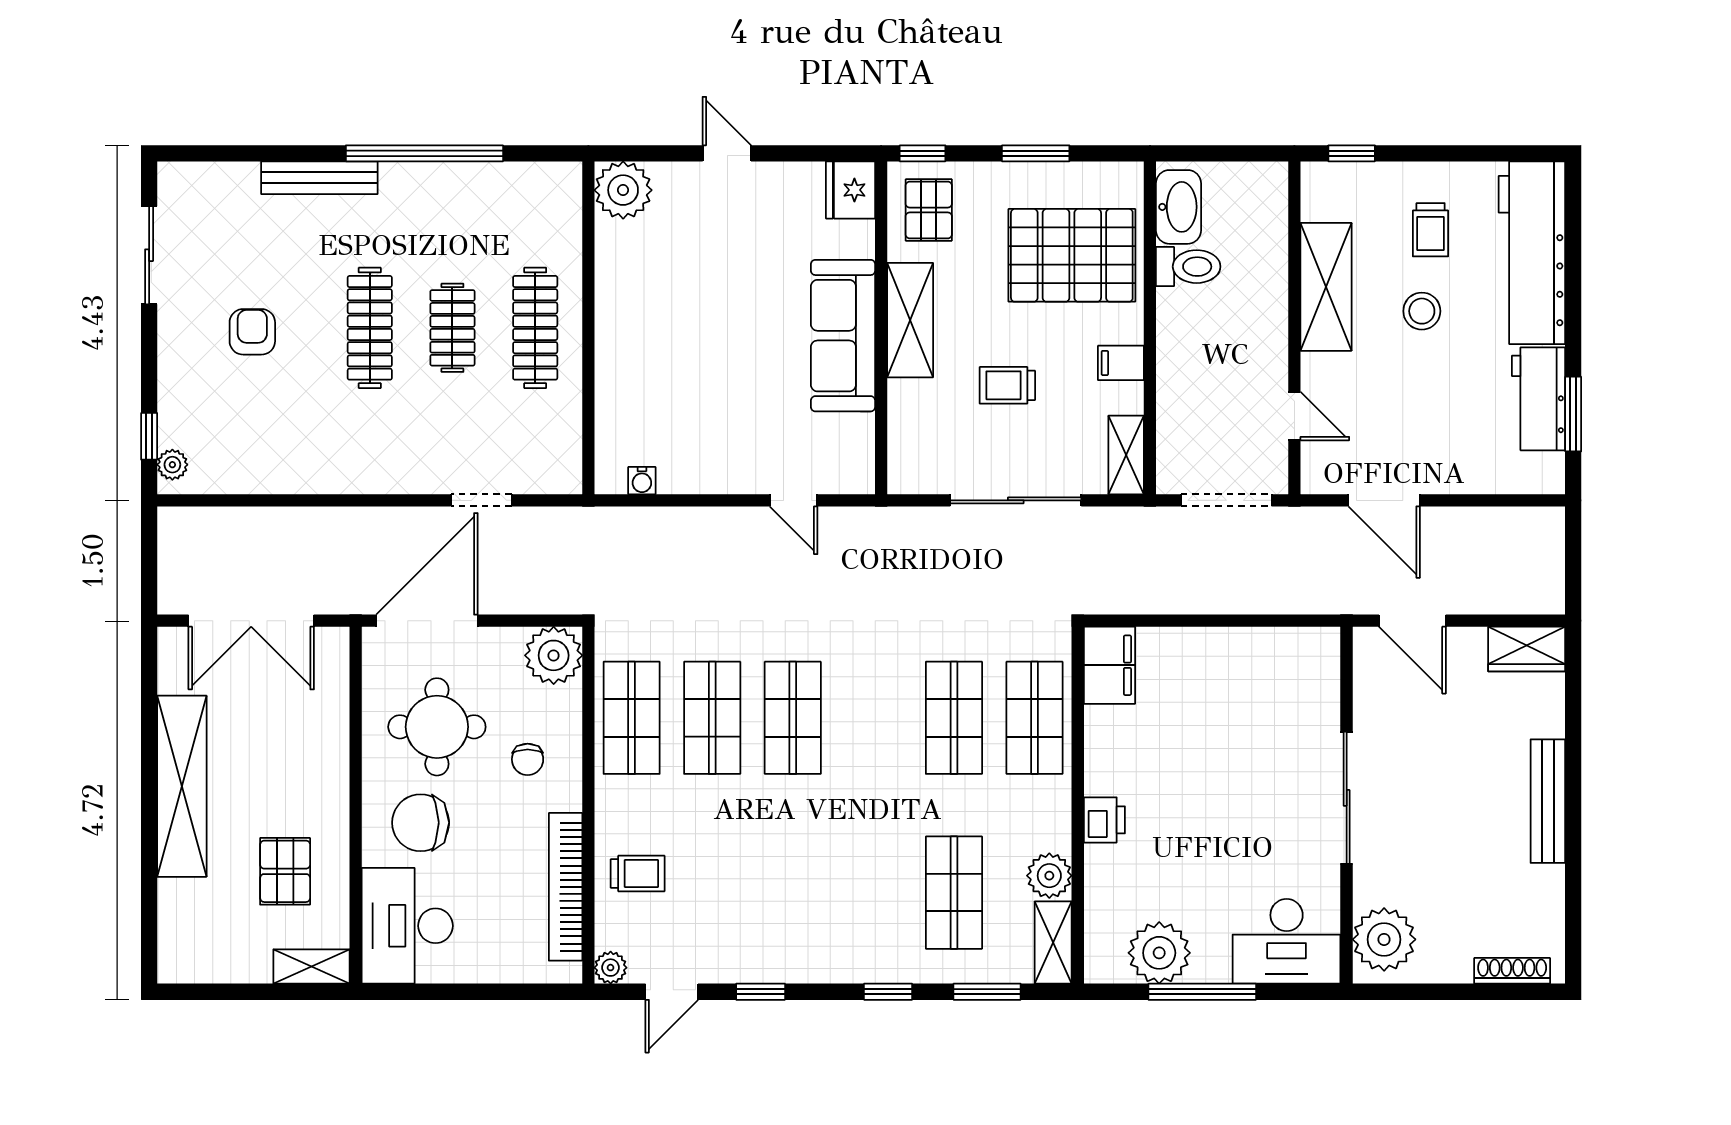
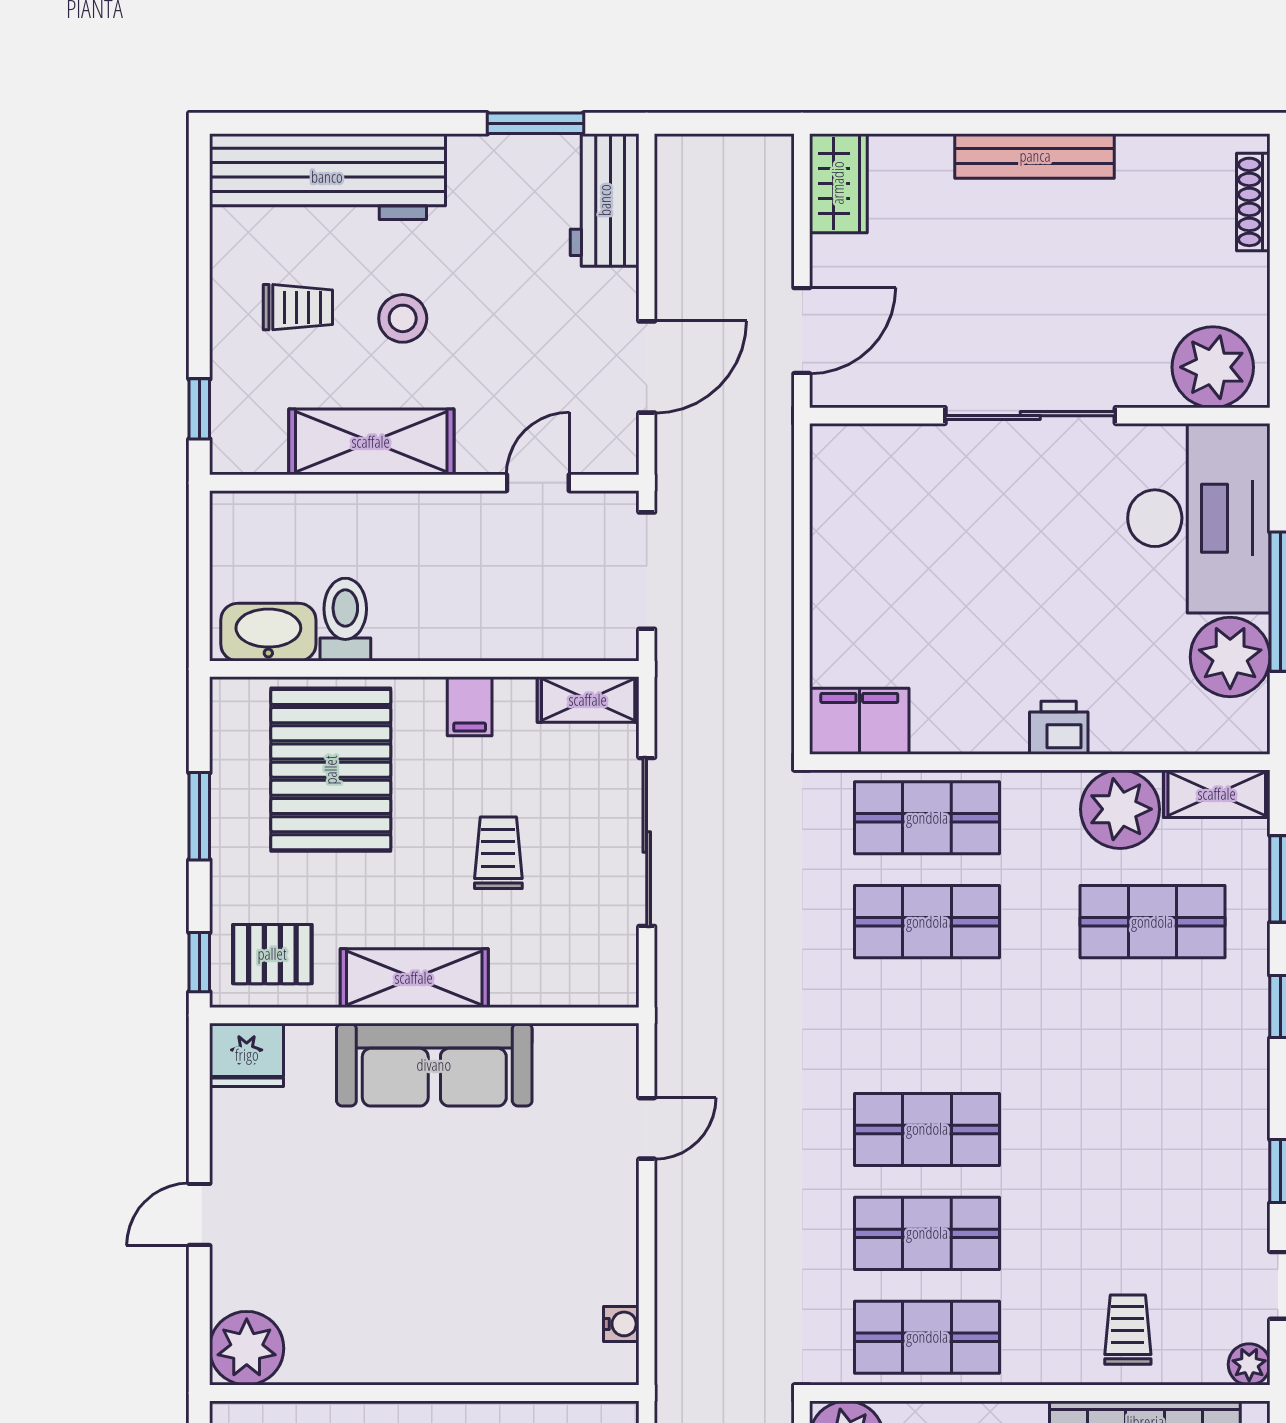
trolley: (1007, 385) -> (498, 853), turned 180
workbench: (1539, 399) -> (605, 200), moved, turned 90
plant: (1049, 876) -> (1120, 809), width x1.36, depth x1.36
desk: (1287, 941) -> (1199, 518), width x1.36, depth x1.30

